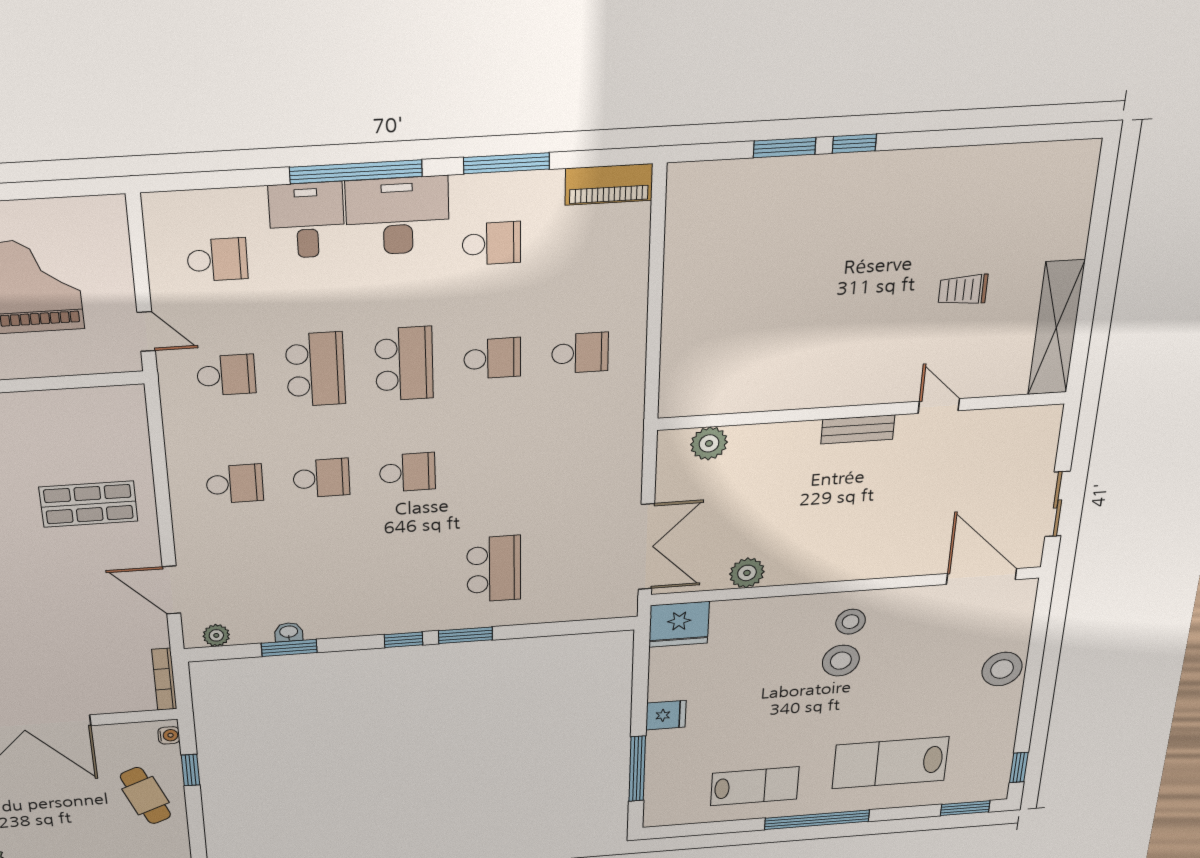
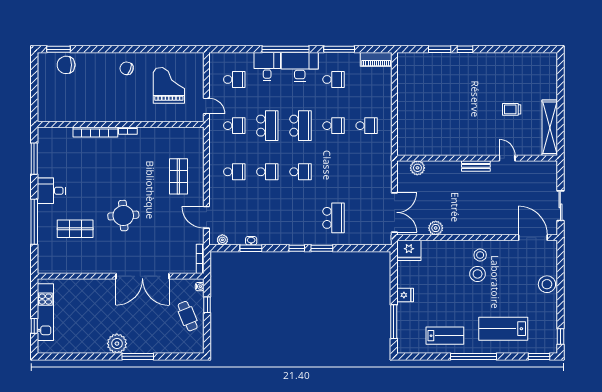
shop shelf: (89, 504) -> (178, 176), turned 90

